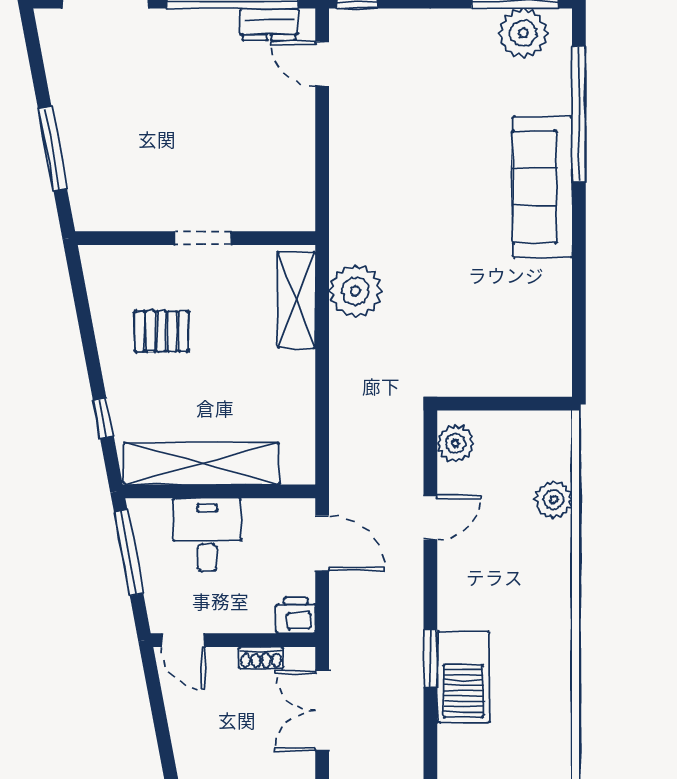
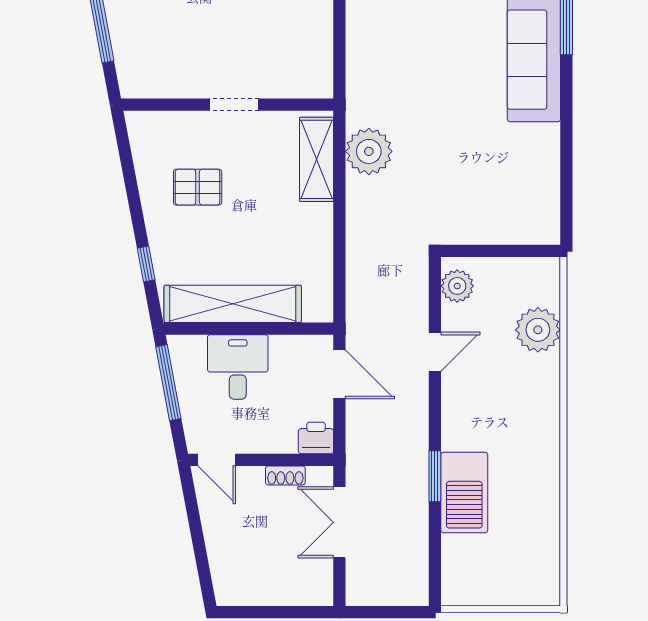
plant: (554, 500) -> (538, 330), width x1.36, depth x1.36

